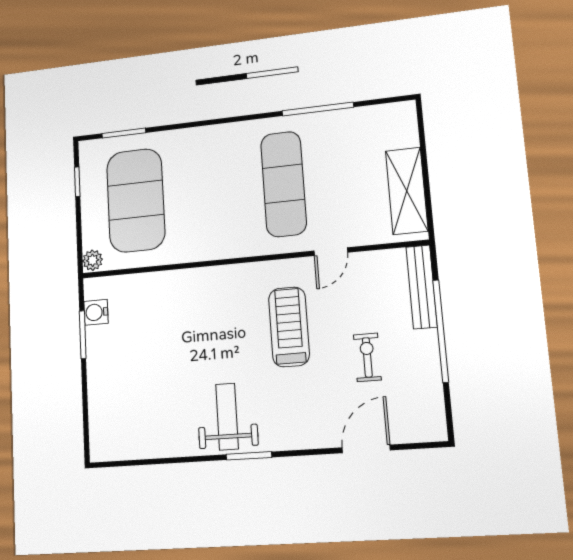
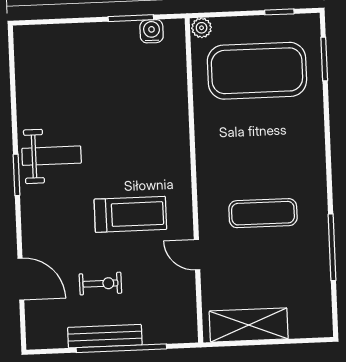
exercise mat: (284, 184) -> (263, 213), width x0.73, depth x0.69
bench: (422, 287) -> (105, 336), moved

